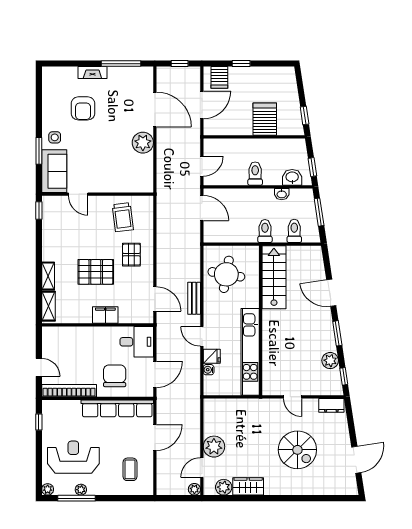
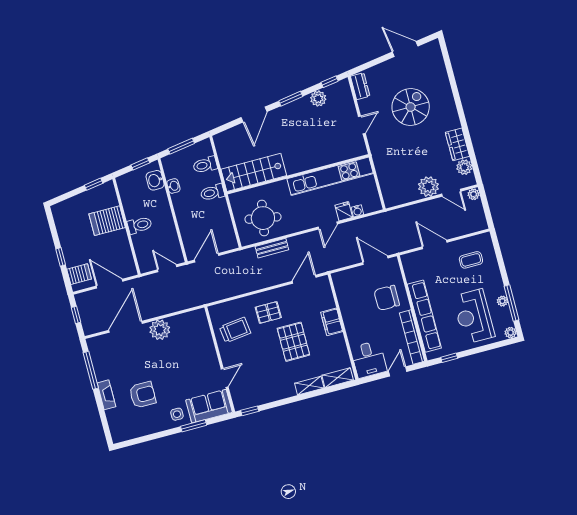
toilet: (255, 174) -> (140, 225), moved, turned 180
bench: (194, 298) -> (272, 248), moved
desk: (137, 342) -> (369, 359), moved, turned 180
row of seats: (117, 408) -> (424, 316), moved

